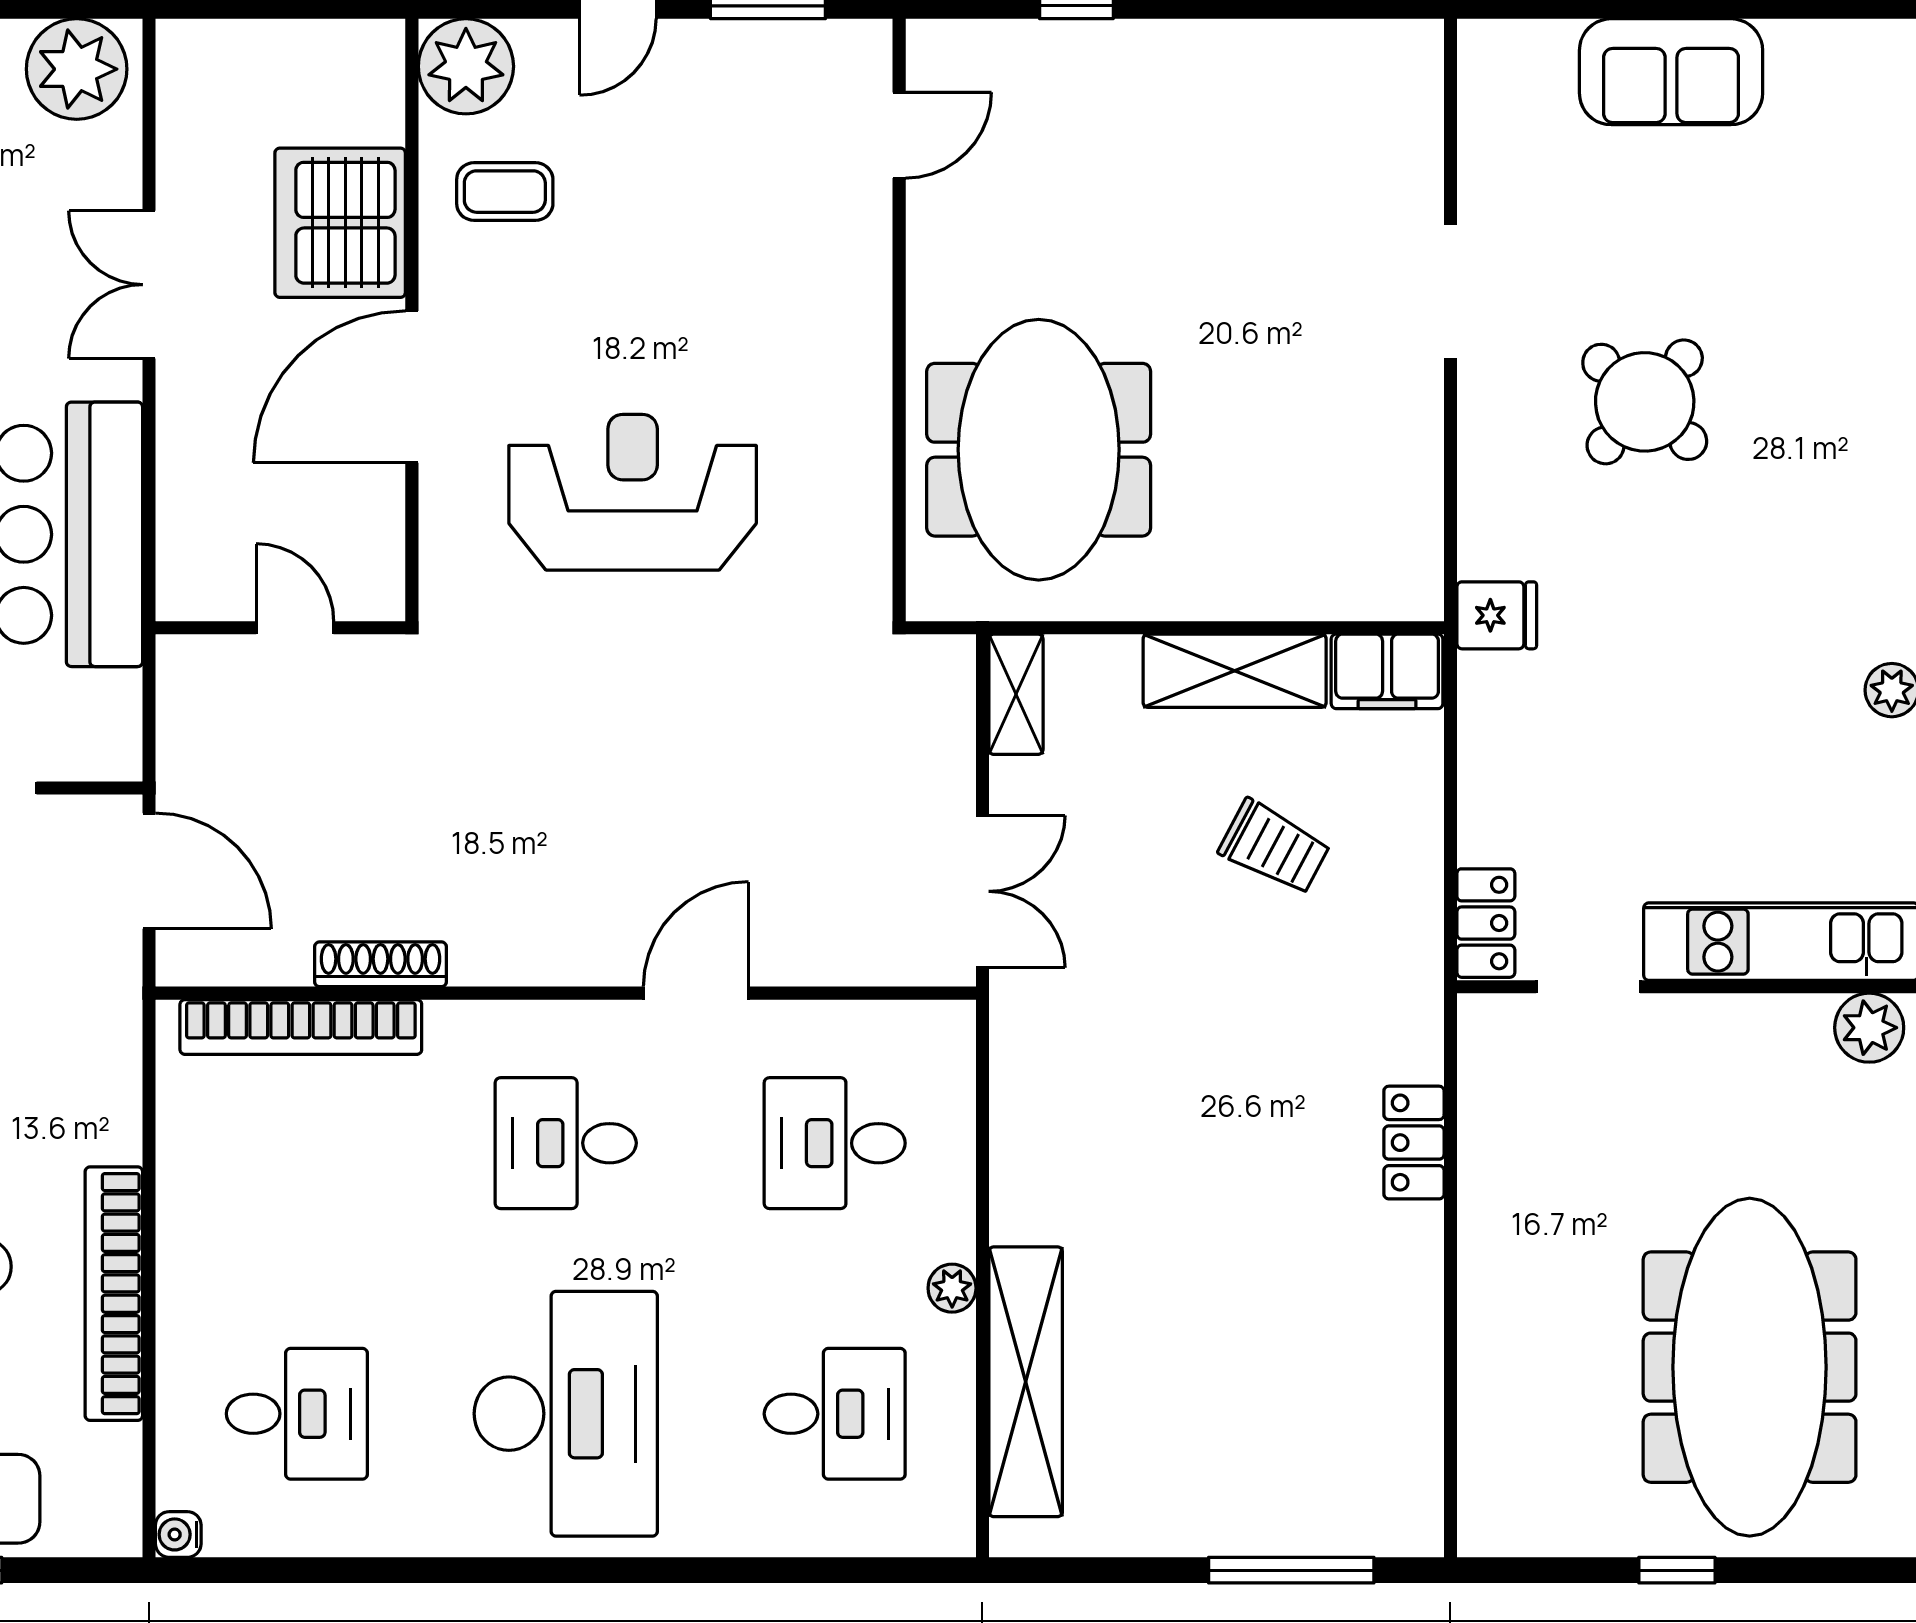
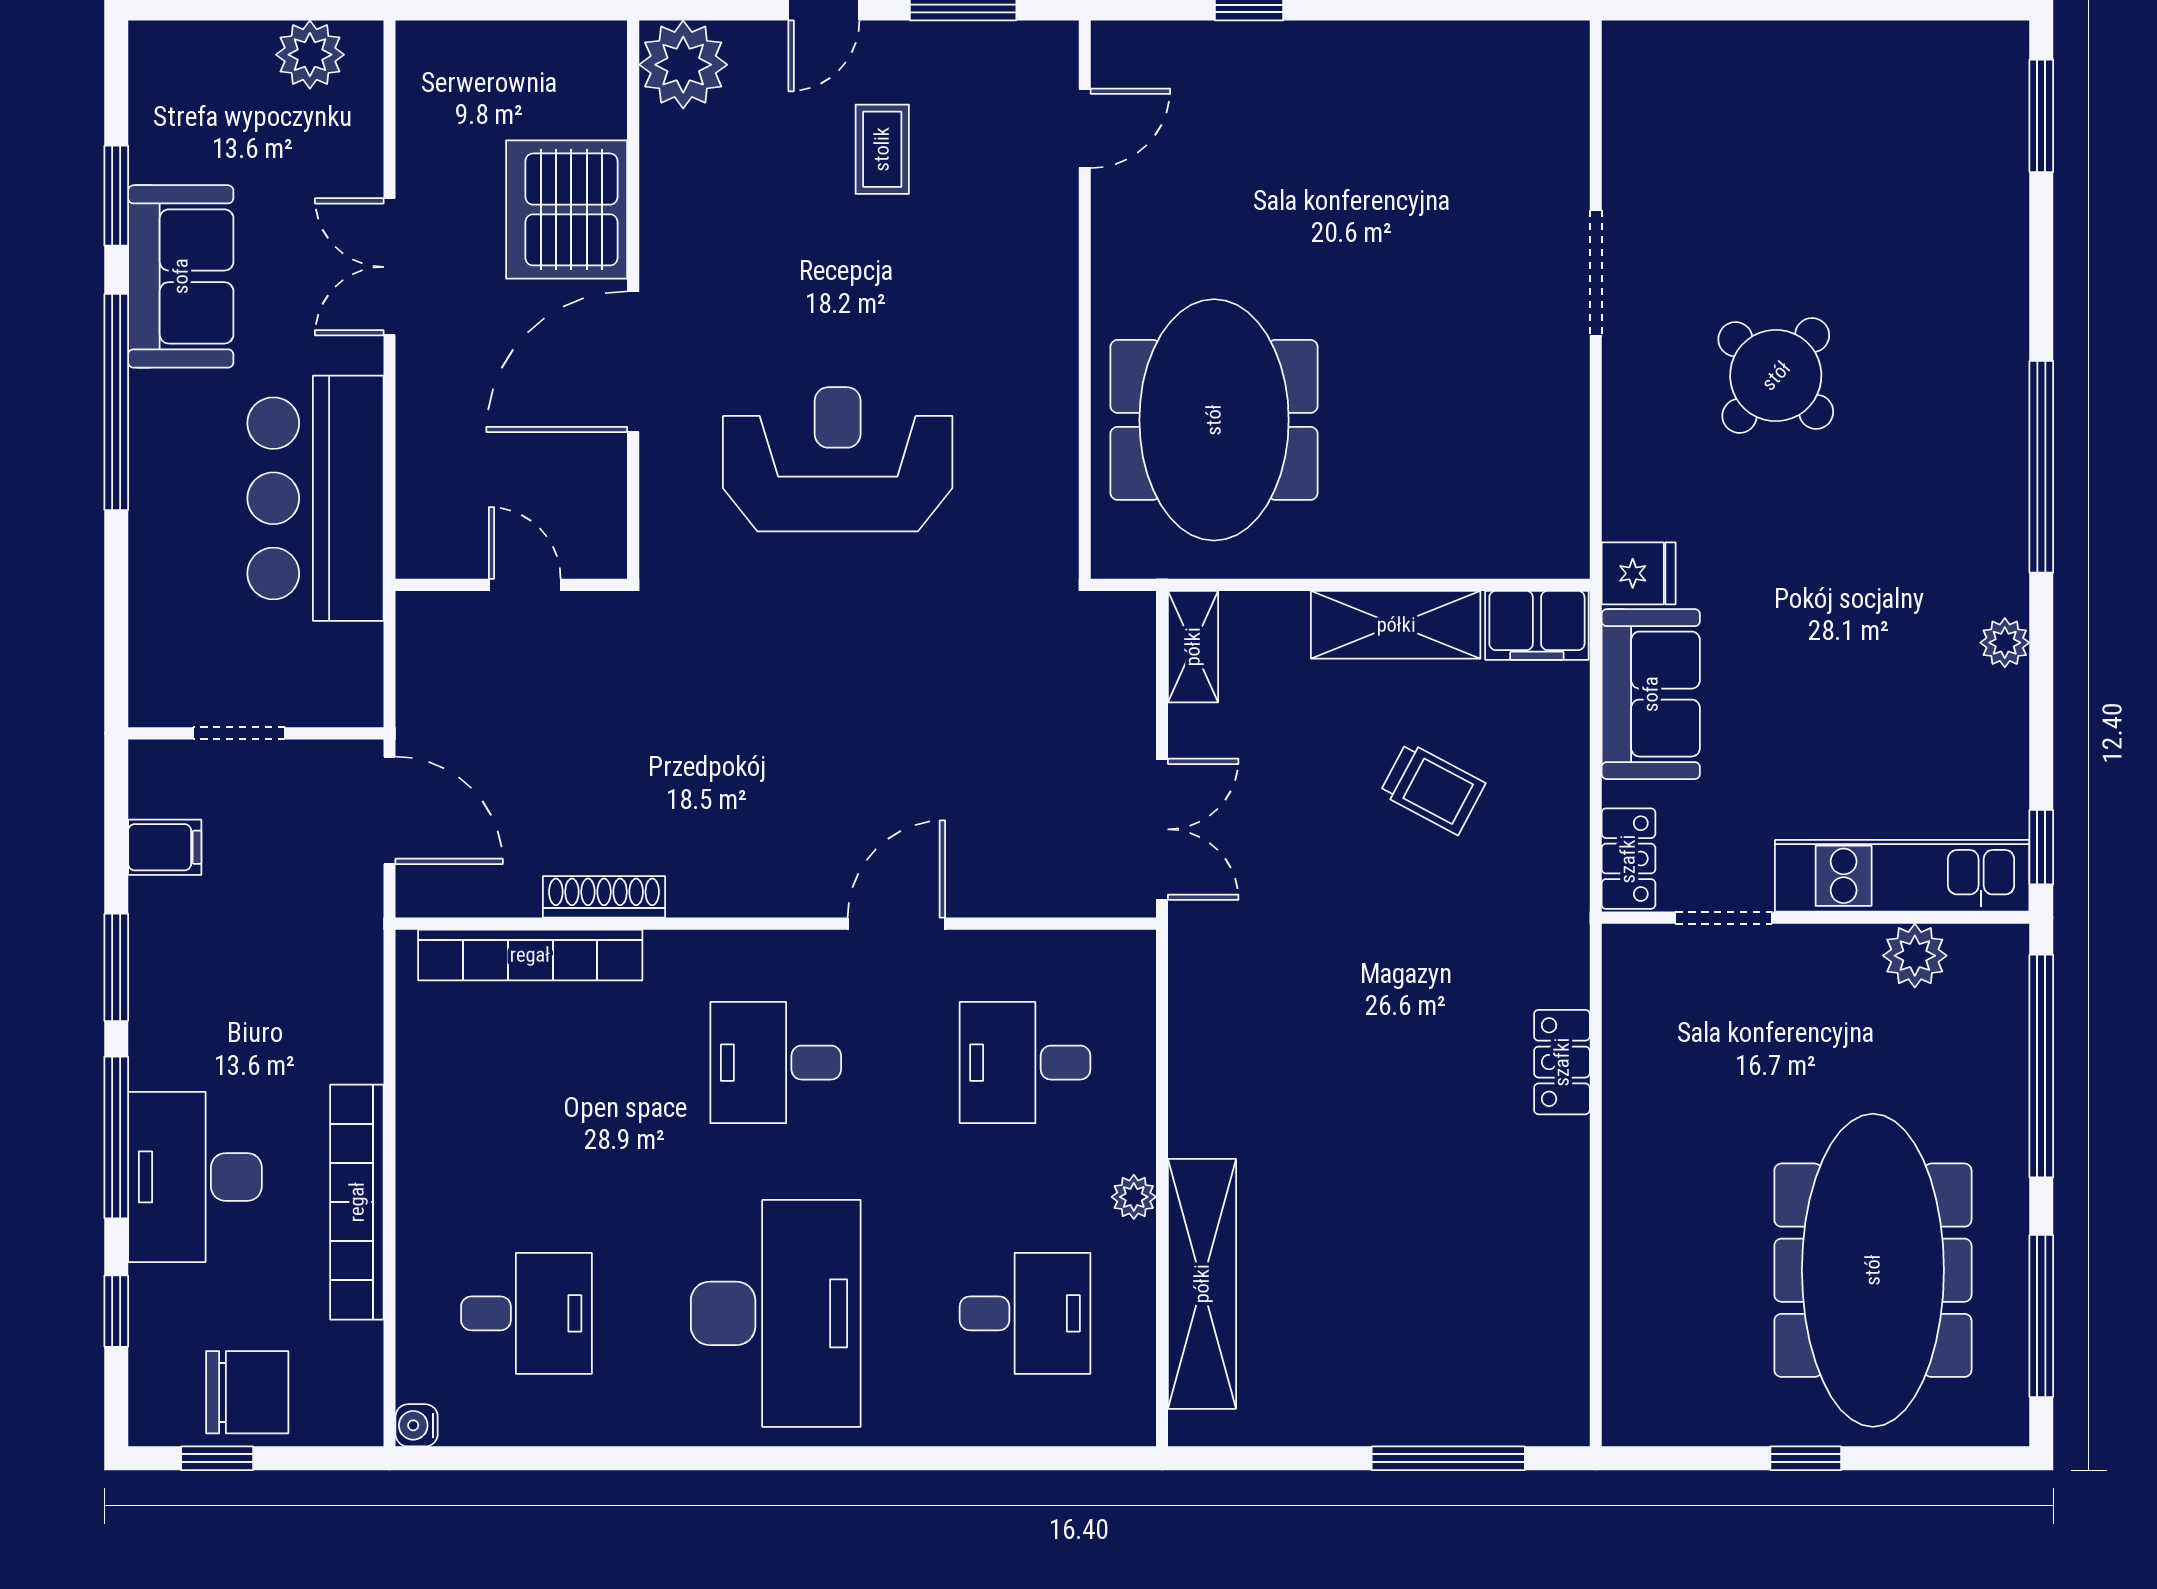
plant: (77, 69) -> (310, 55), width x0.73, depth x0.73
sofa: (1671, 72) -> (1651, 694), moved, turned -90
coffee table: (505, 192) -> (882, 149), moved, turned 90
plant: (1869, 1028) -> (1915, 956), moved

